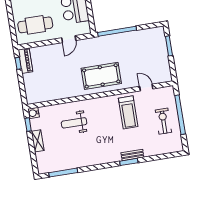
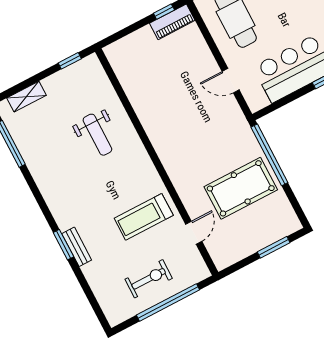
pool table: (101, 76) -> (241, 188), moved, turned 90
water cooler: (33, 113) -> (91, 63), removed
weight bench: (74, 123) -> (97, 135), turned 180
shelving: (38, 141) -> (26, 97), moved

